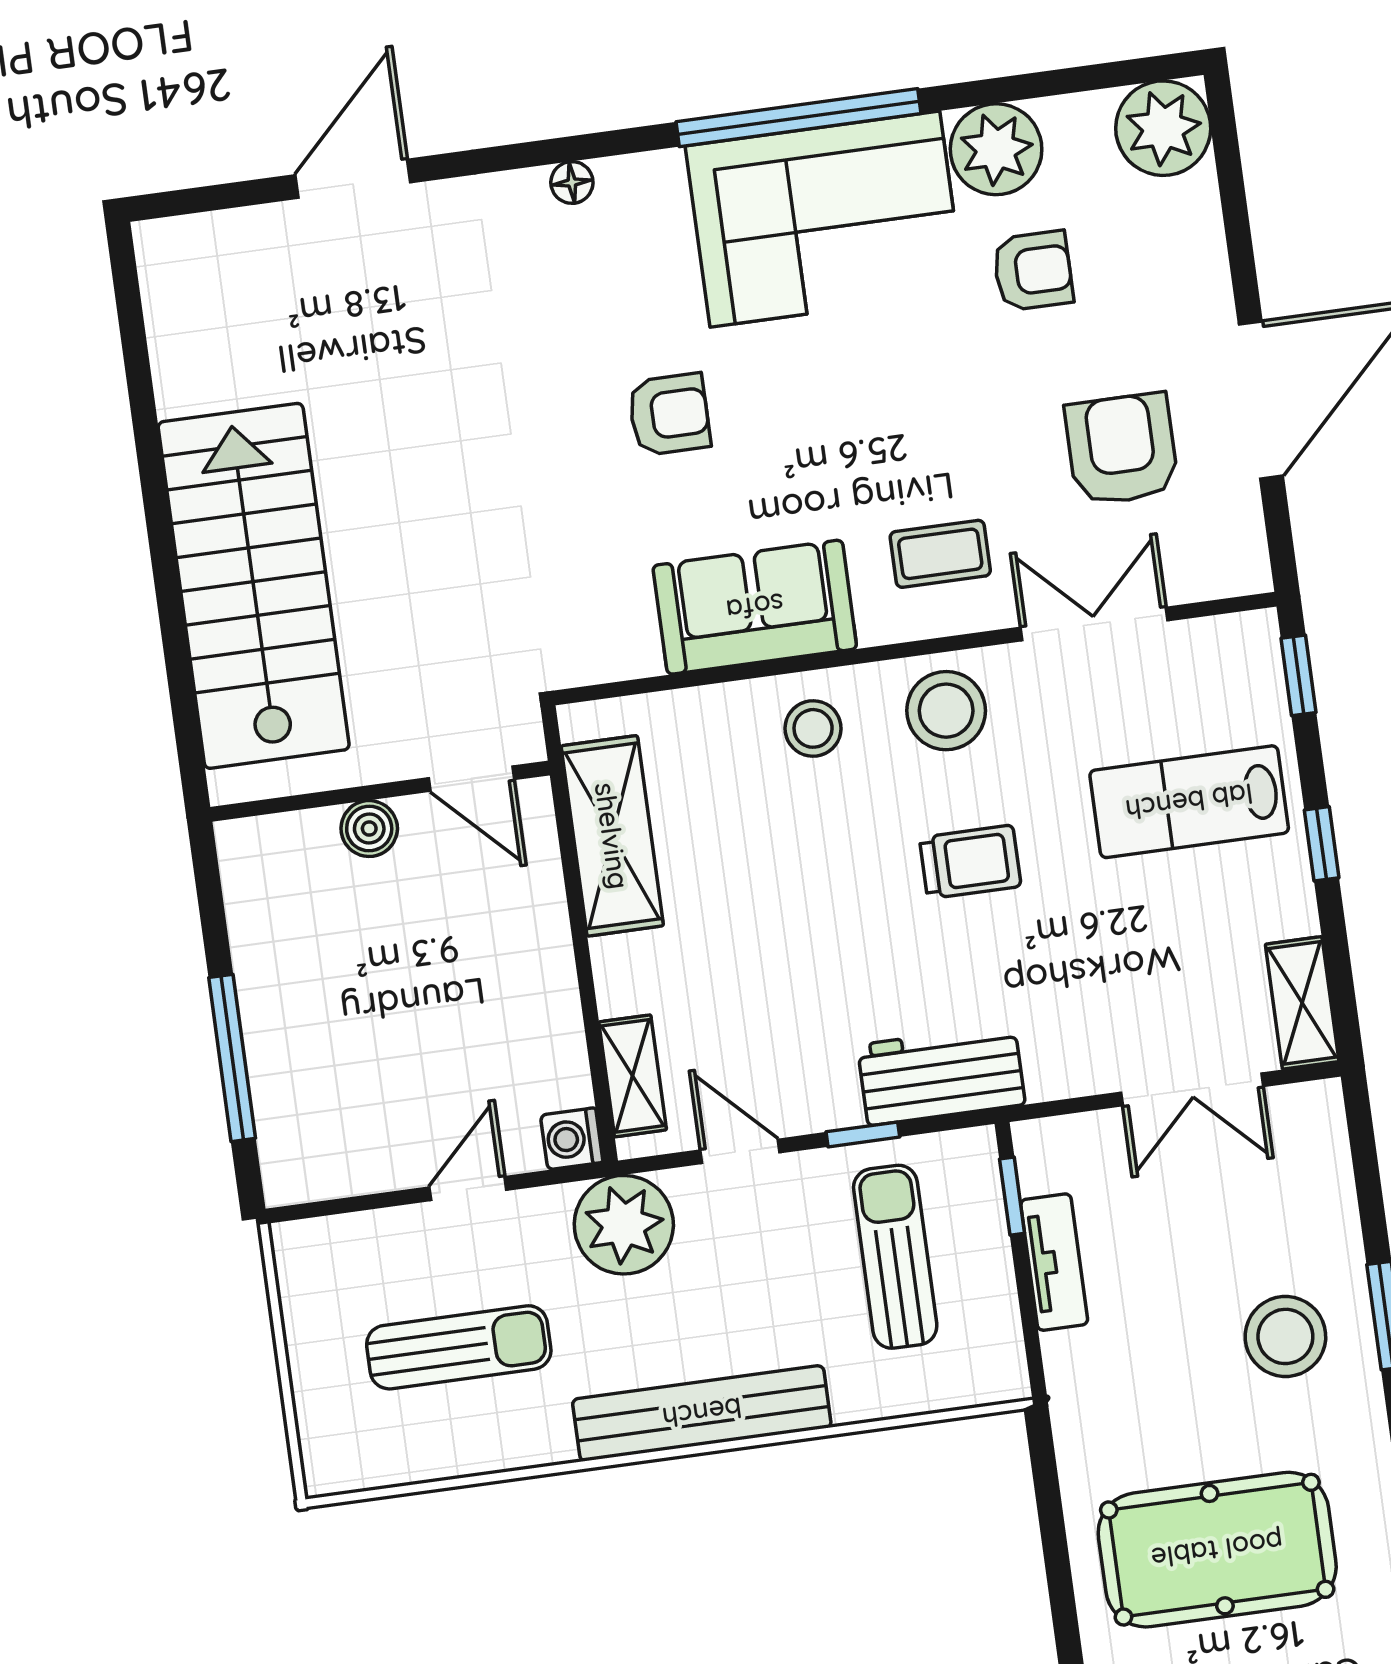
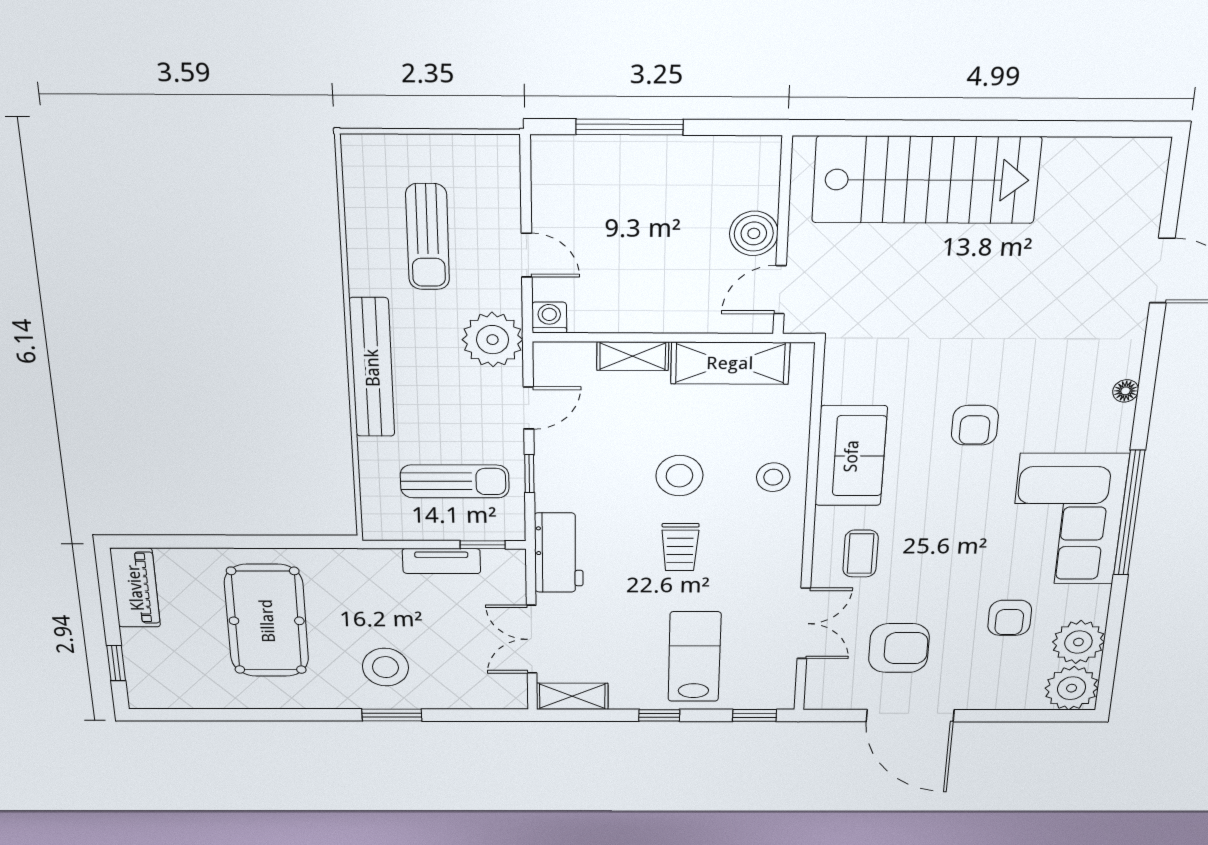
plant: (996, 149) -> (1078, 642), moved
stool: (946, 711) -> (679, 476), moved
boiler: (369, 829) -> (754, 233), width x1.36, depth x1.36
workbench: (941, 1075) -> (559, 553), moved
shelving: (633, 1076) -> (633, 356), moved

